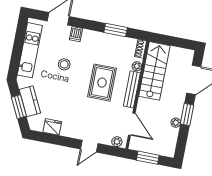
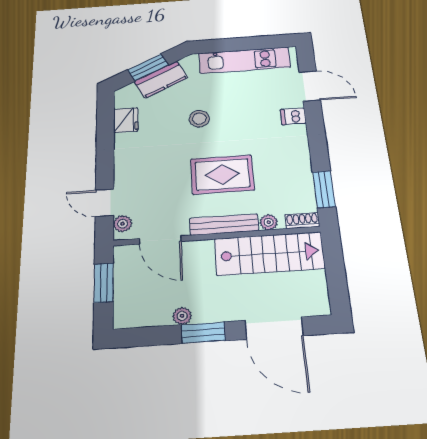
window: (116, 30) -> (324, 189), moved
stool: (64, 64) -> (199, 119), moved
door: (132, 124) -> (160, 240), hinge flipped
door: (89, 146) -> (104, 203), moved

